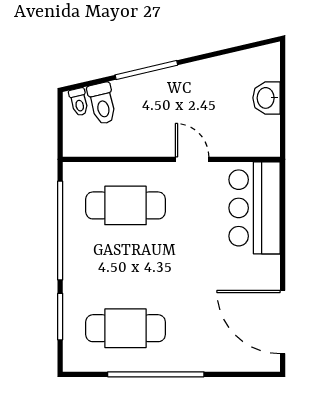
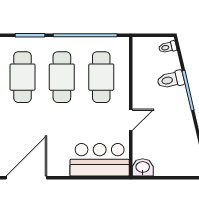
washbasin: (266, 98) -> (143, 167), moved
toilet: (102, 103) -> (171, 80), moved
cafe table: (126, 267) -> (62, 77), added

